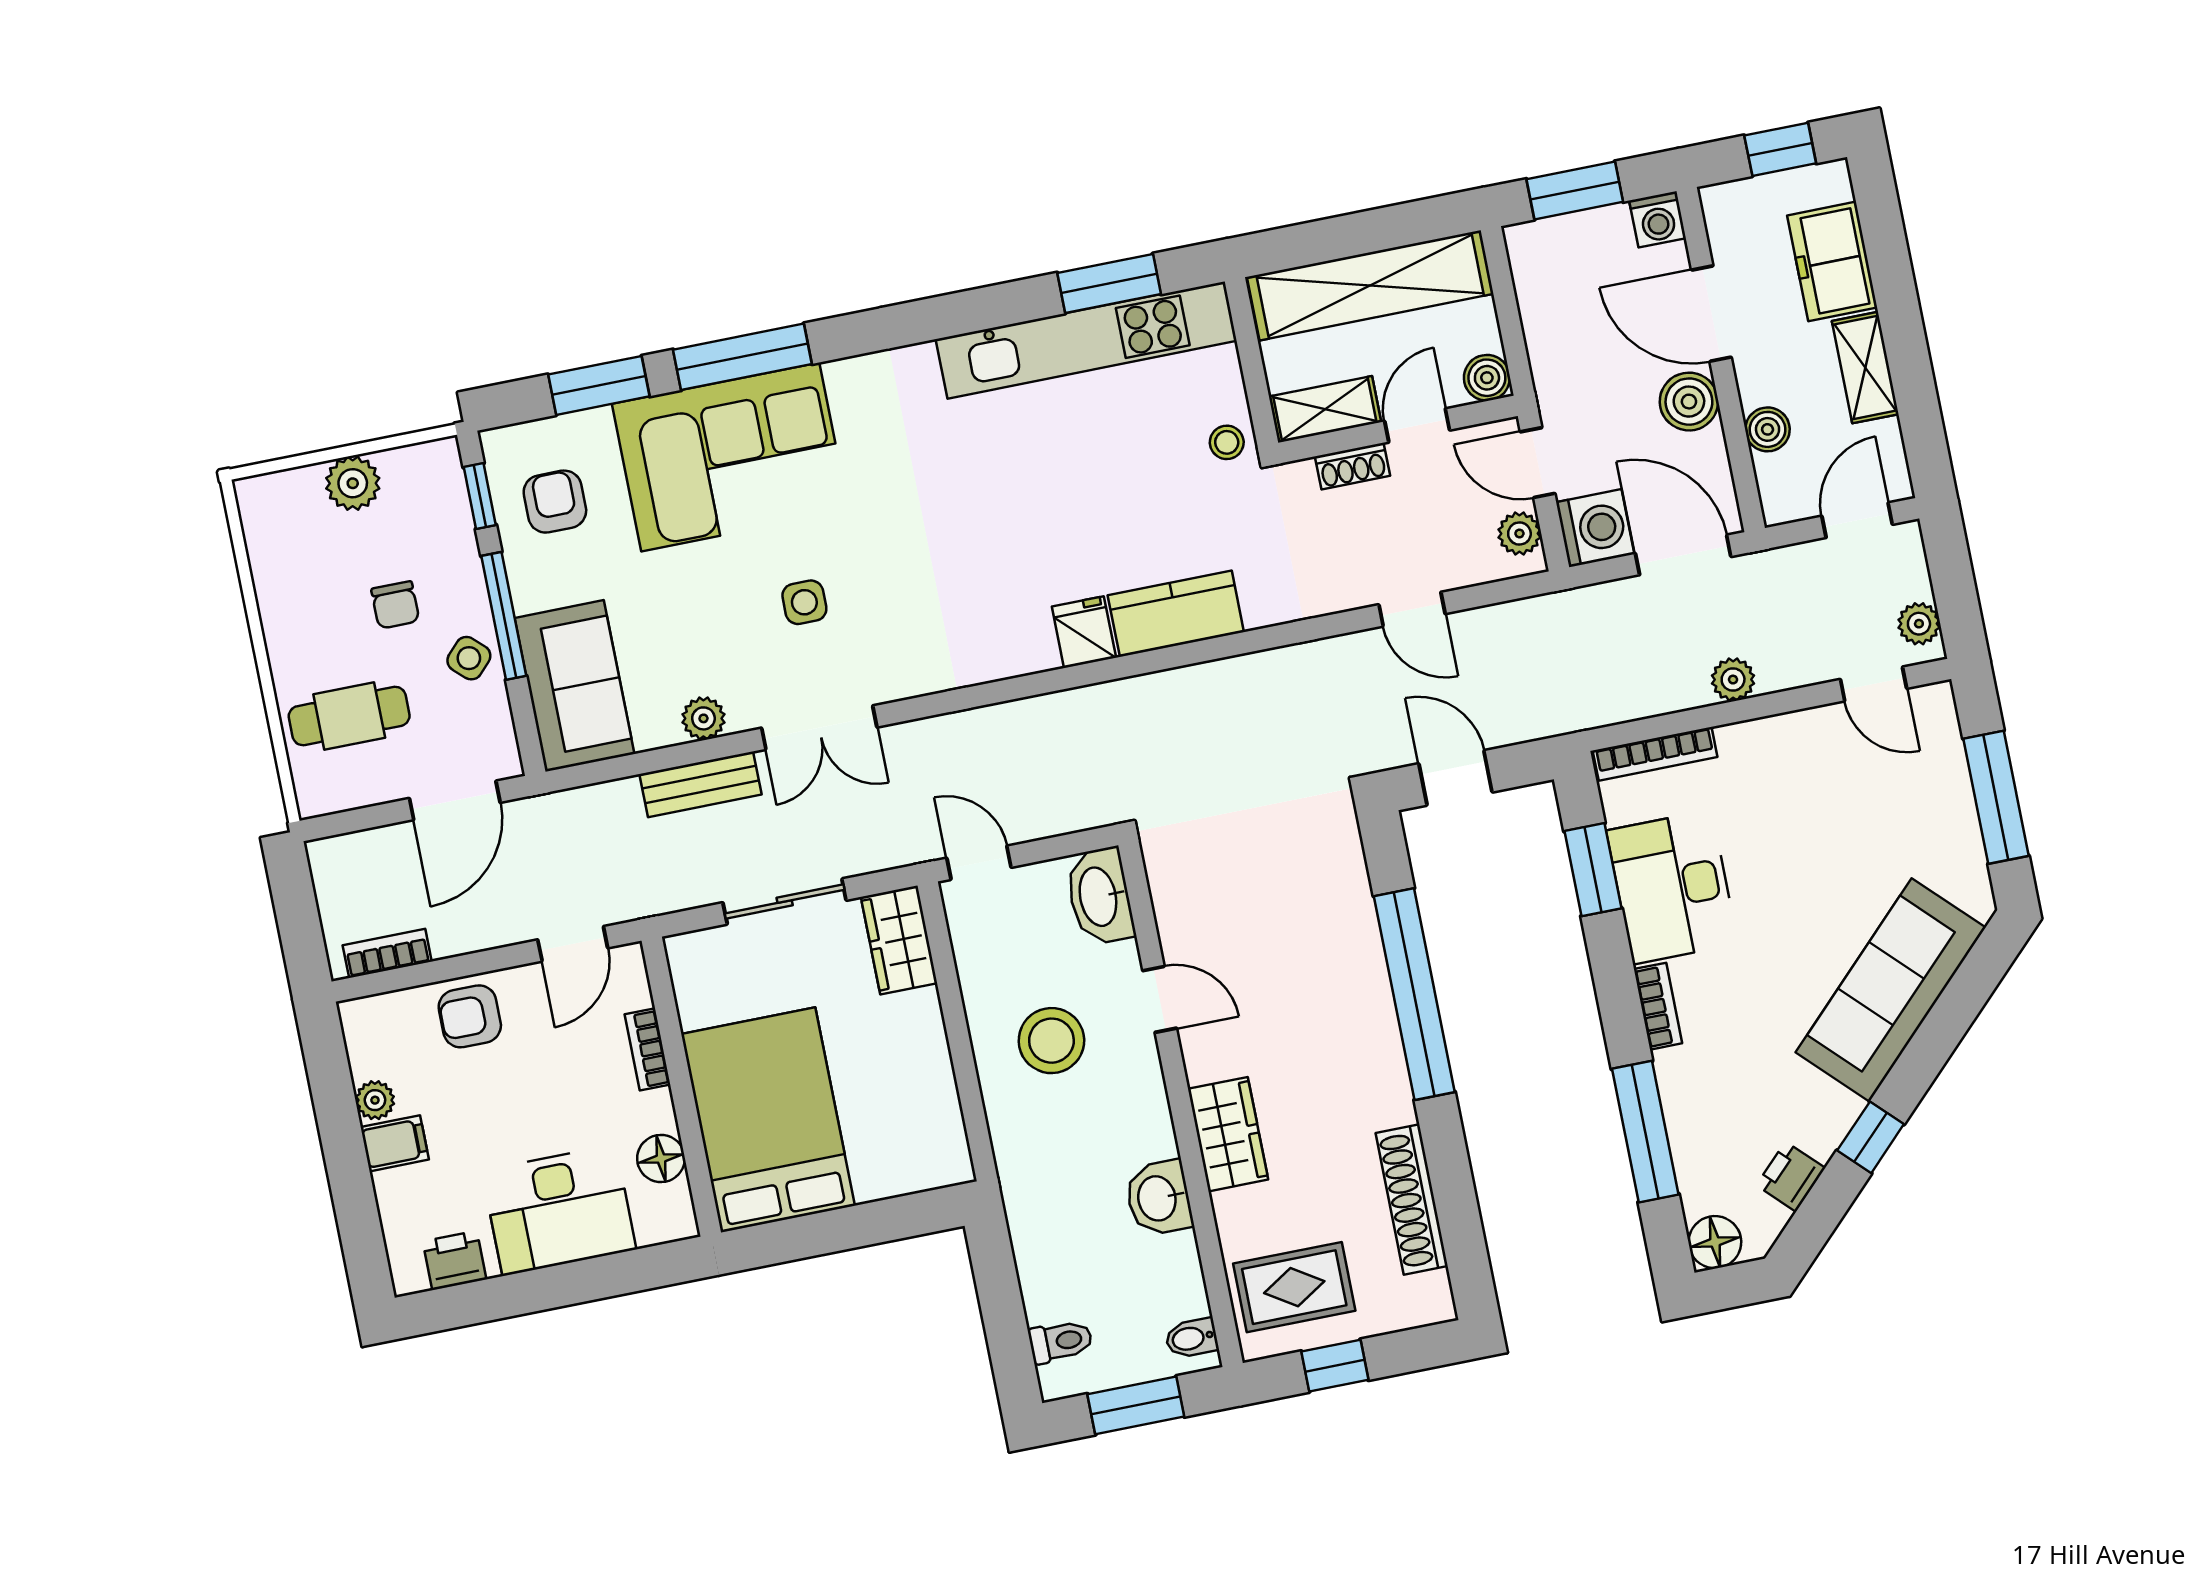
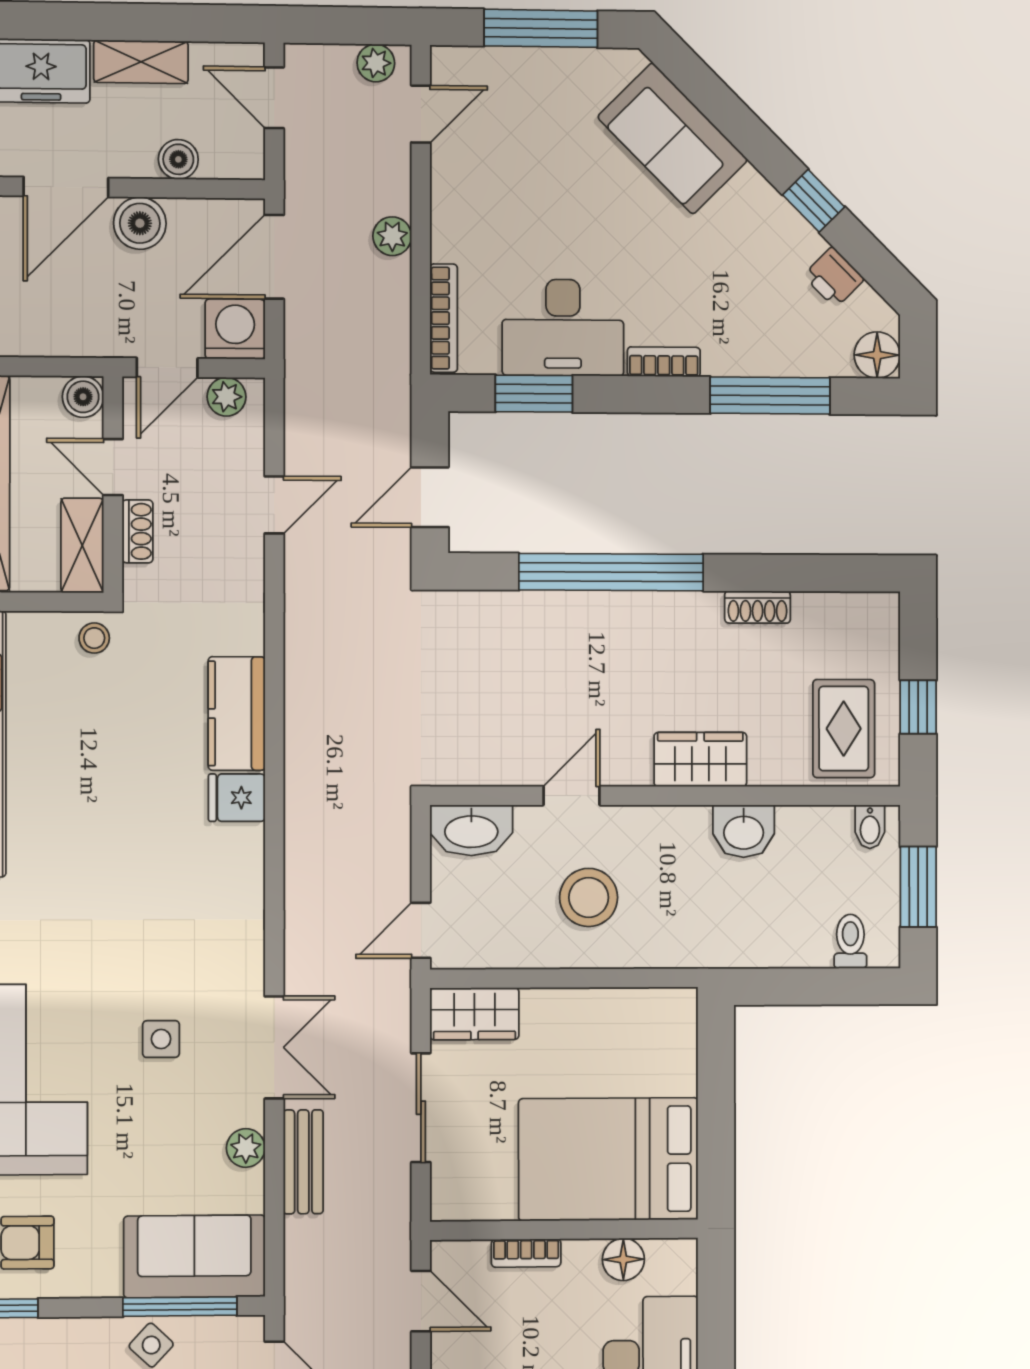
window: (504, 616) -> (180, 1307), moved
sofa: (1891, 990) -> (673, 138), width x0.73
shoe rack: (1412, 1200) -> (758, 607), width x0.51, depth x0.81

